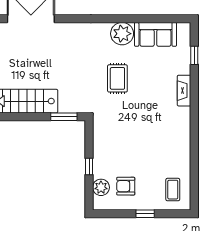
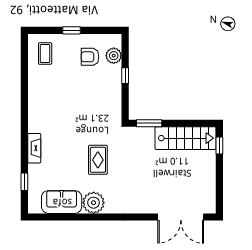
armchair: (126, 186) -> (90, 57), turned 180

